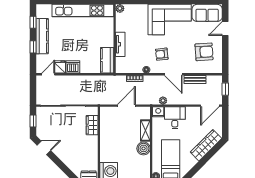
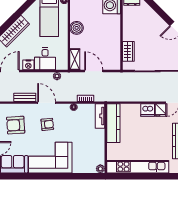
tv unit: (120, 44) -> (100, 116), moved
armchair: (162, 54) -> (47, 124), moved
kitchen counter: (107, 60) -> (113, 123), width x1.50
door: (126, 106) -> (94, 71), swing flipped
nightstand: (158, 112) -> (28, 65), moved
shelving: (145, 131) -> (75, 59), moved

